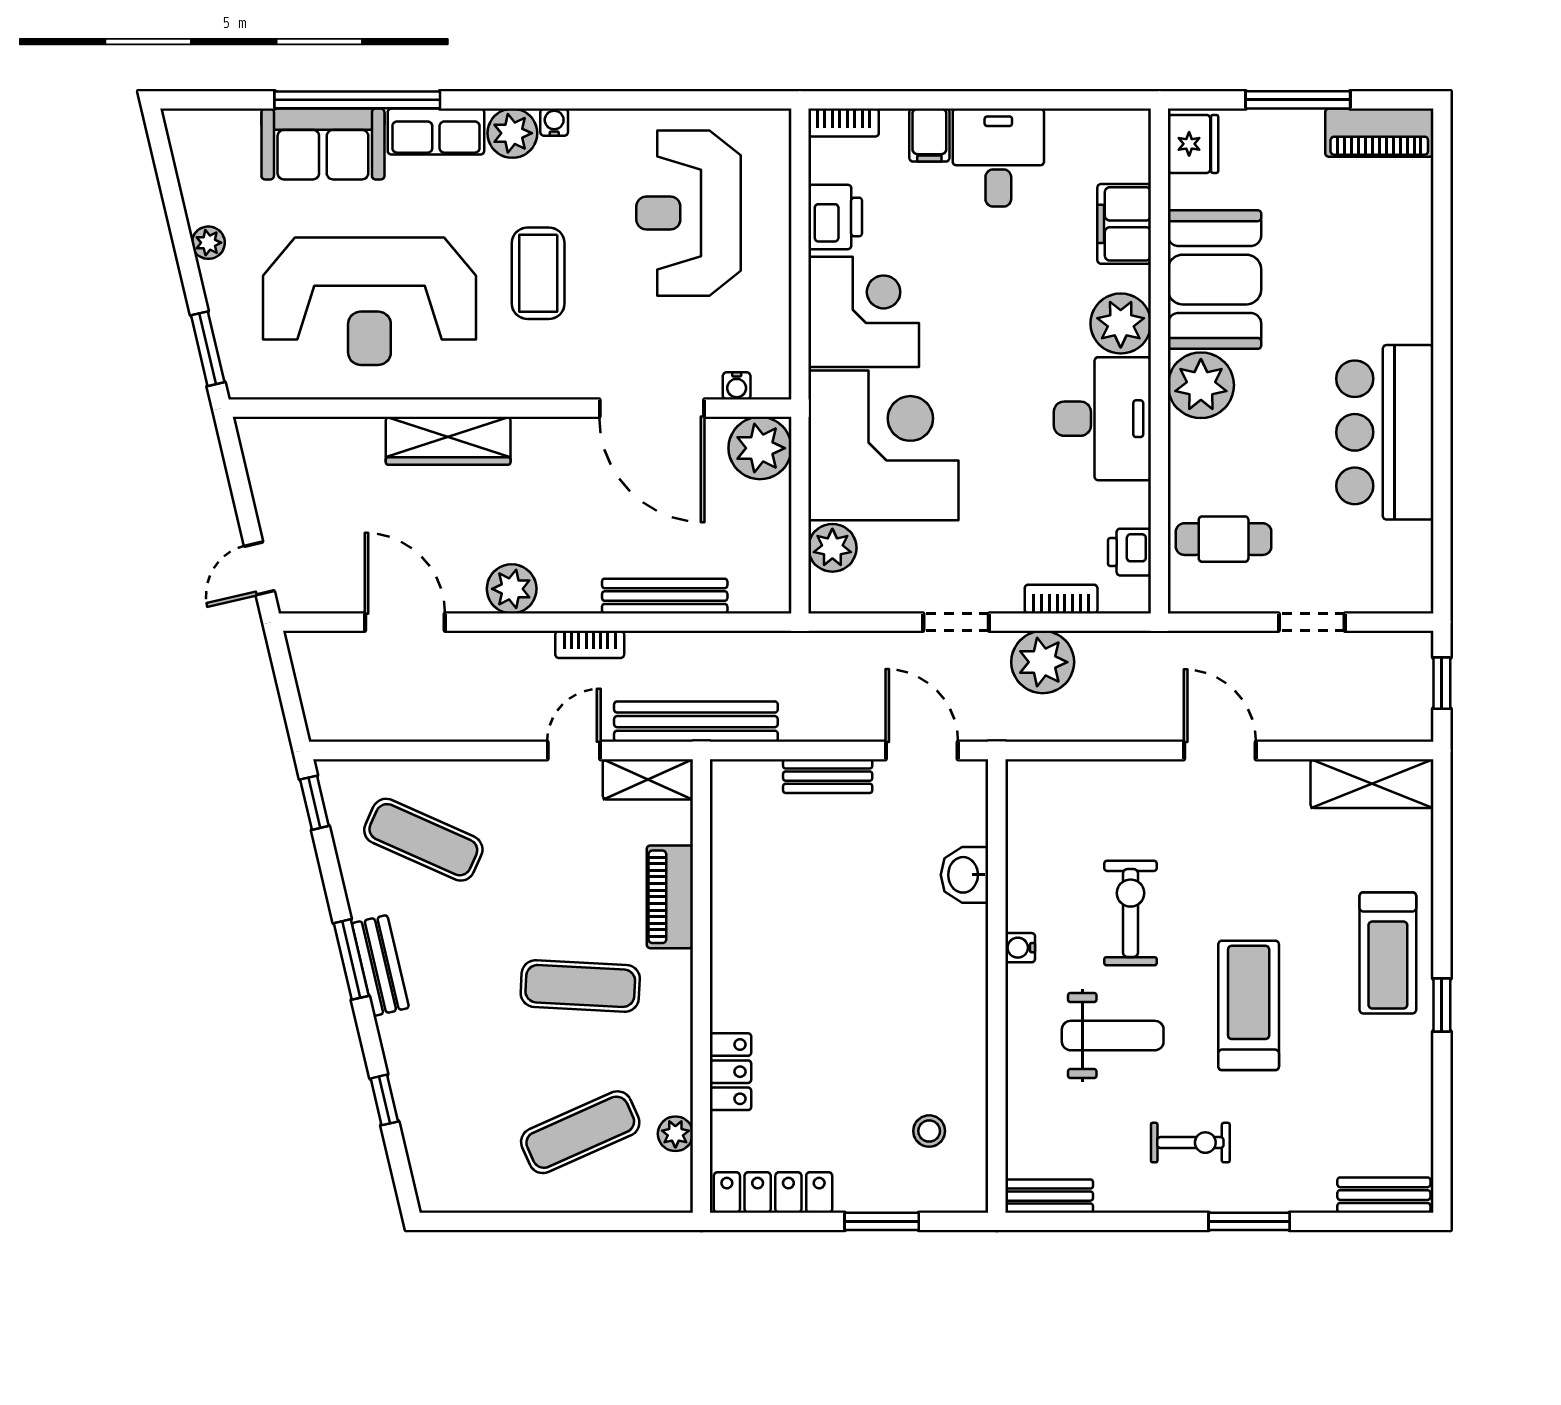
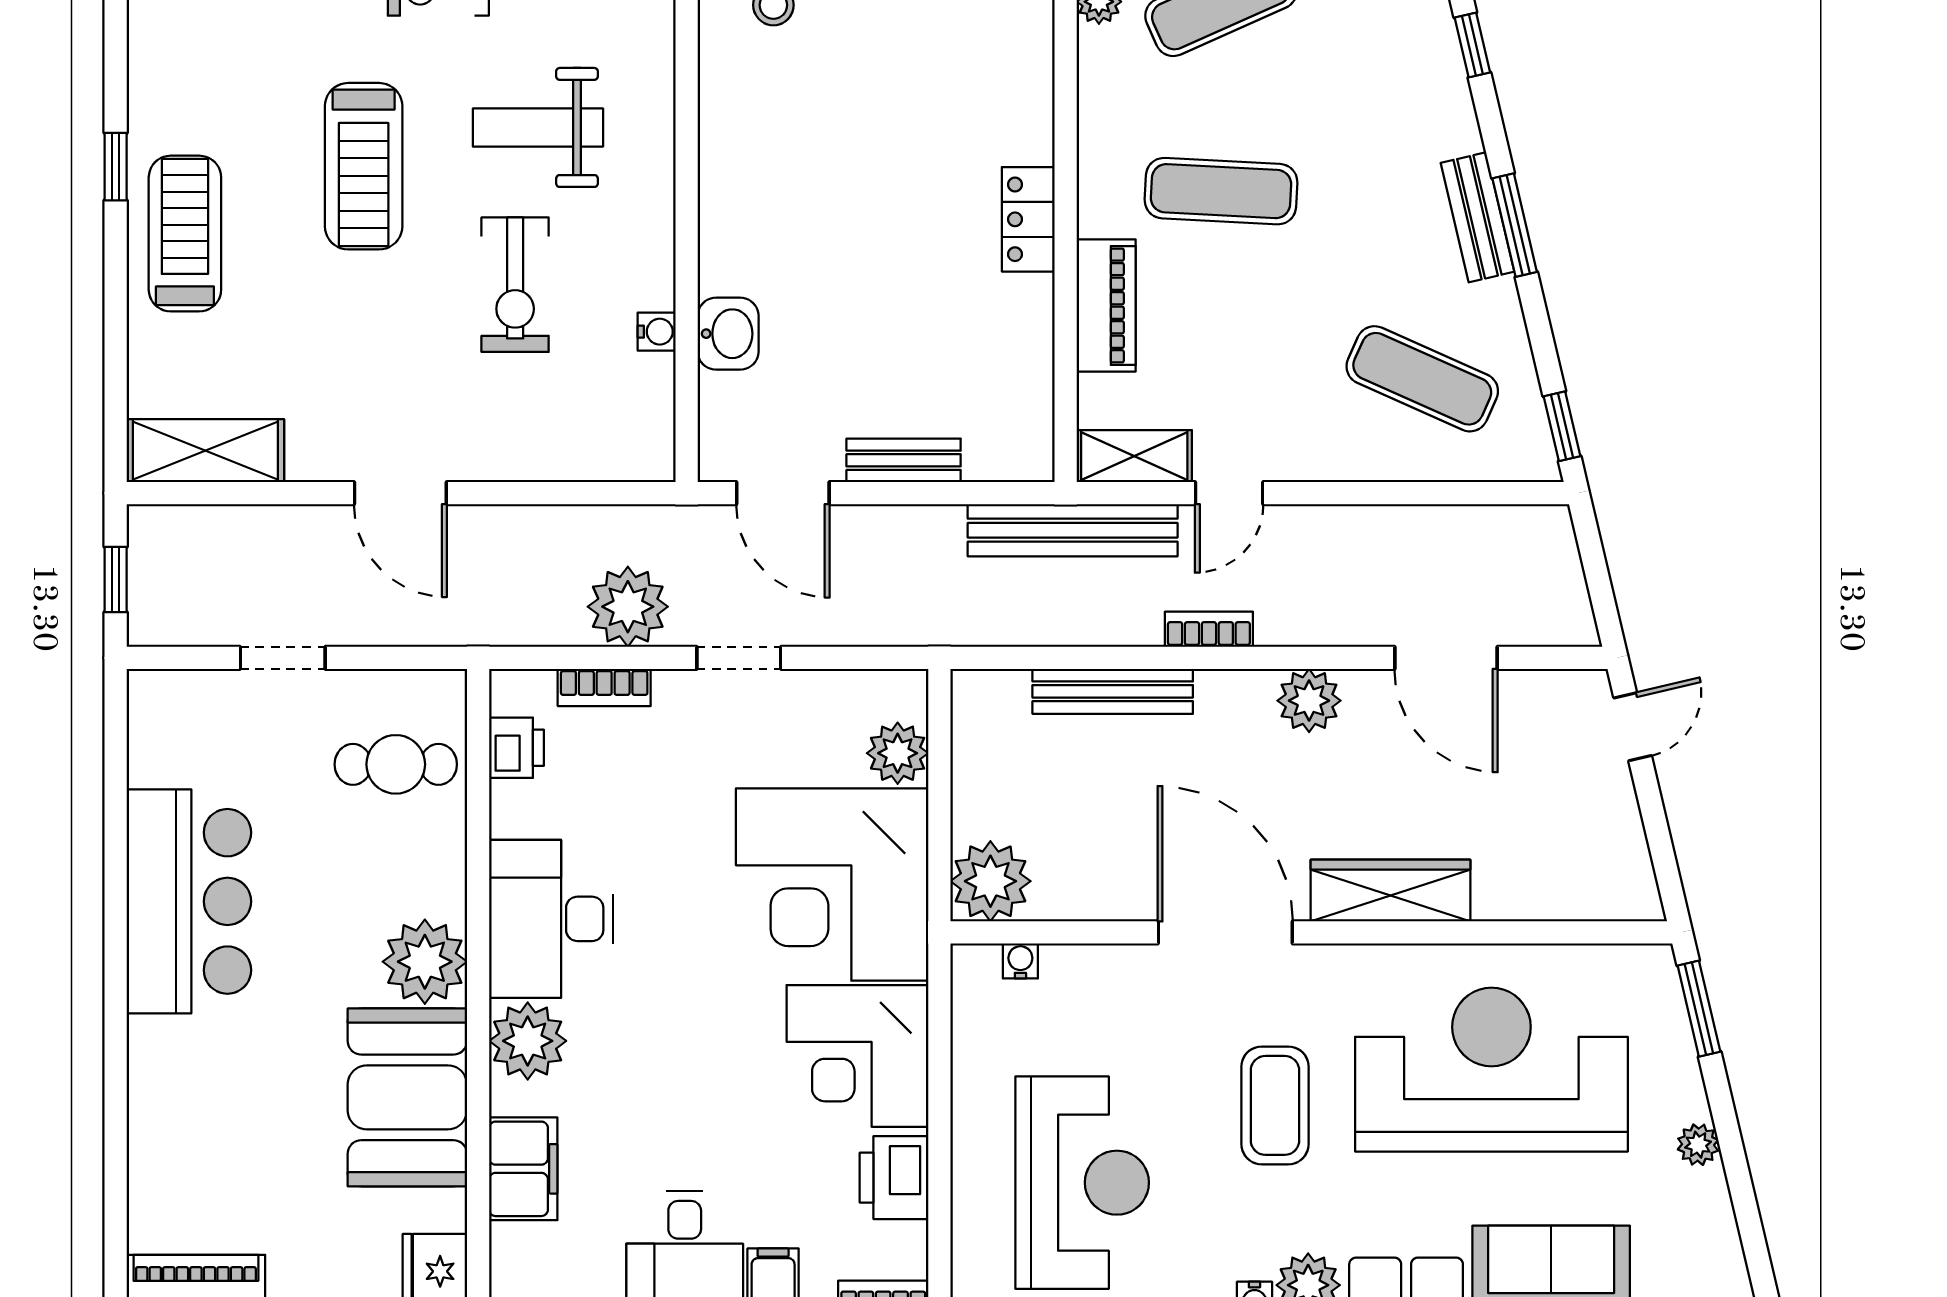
door: (652, 408) -> (1225, 932), moved
water cooler: (1020, 948) -> (657, 332), moved
locker: (731, 1072) -> (1028, 219), moved

